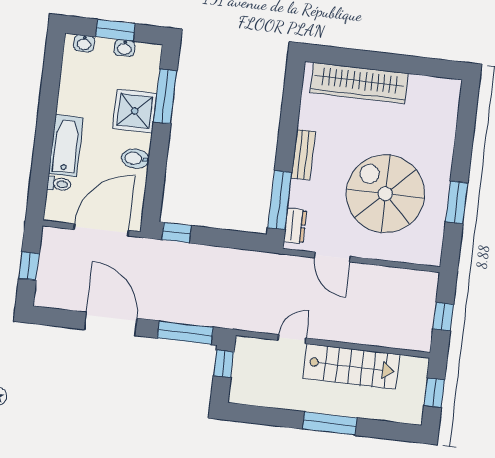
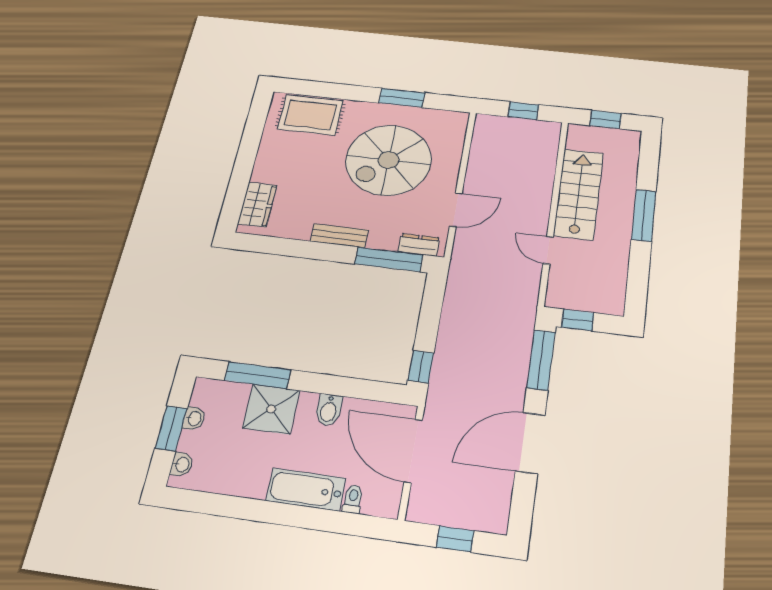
wardrobe: (359, 83) -> (257, 205), width x0.48, depth x0.85
rug: (435, 117) -> (310, 115), added

